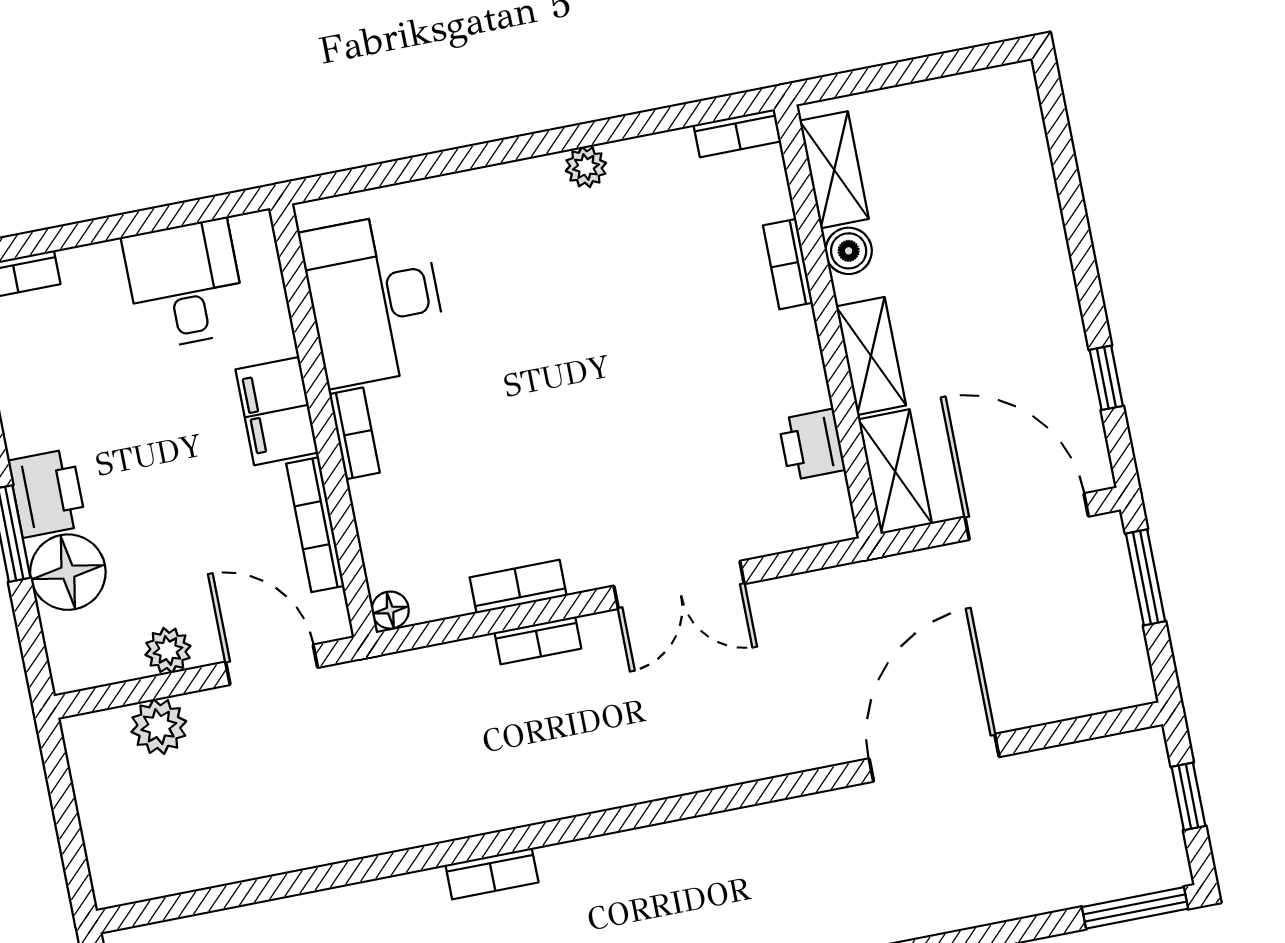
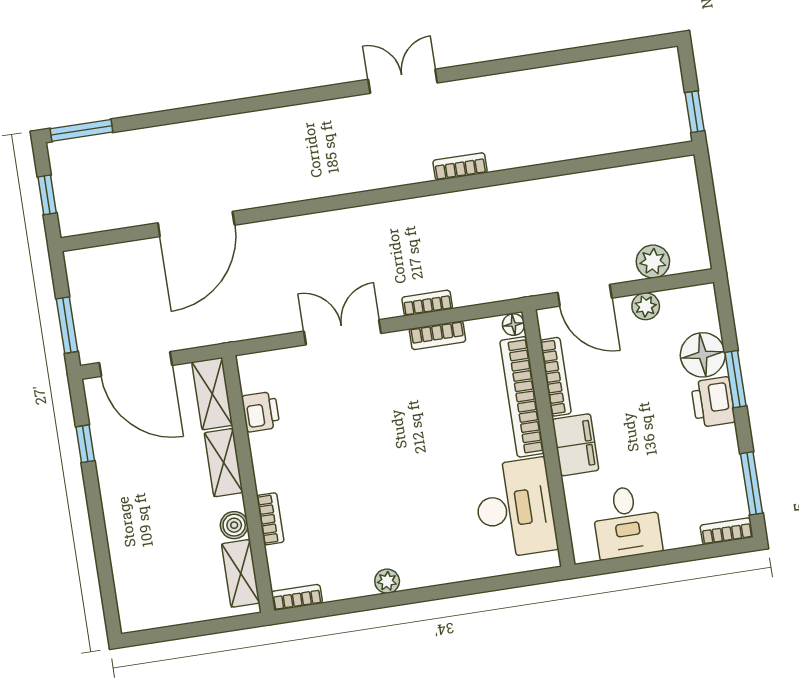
bookcase: (354, 433) -> (522, 397), width x2.31, depth x1.31

